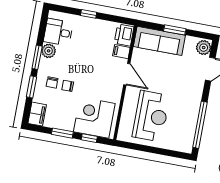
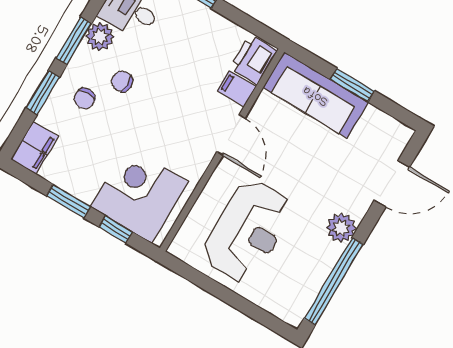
plant: (204, 48) -> (341, 228), moved
chair: (68, 86) -> (122, 81), moved

